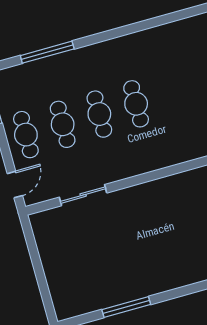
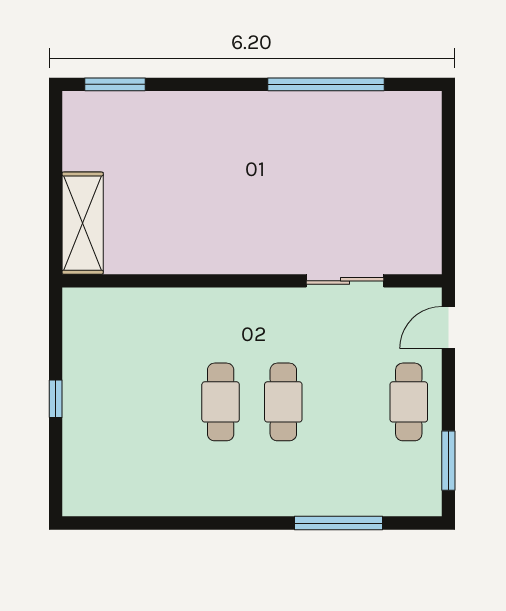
cafe table: (63, 124) -> (346, 402), removed
window: (126, 307) -> (326, 84), width x1.46

